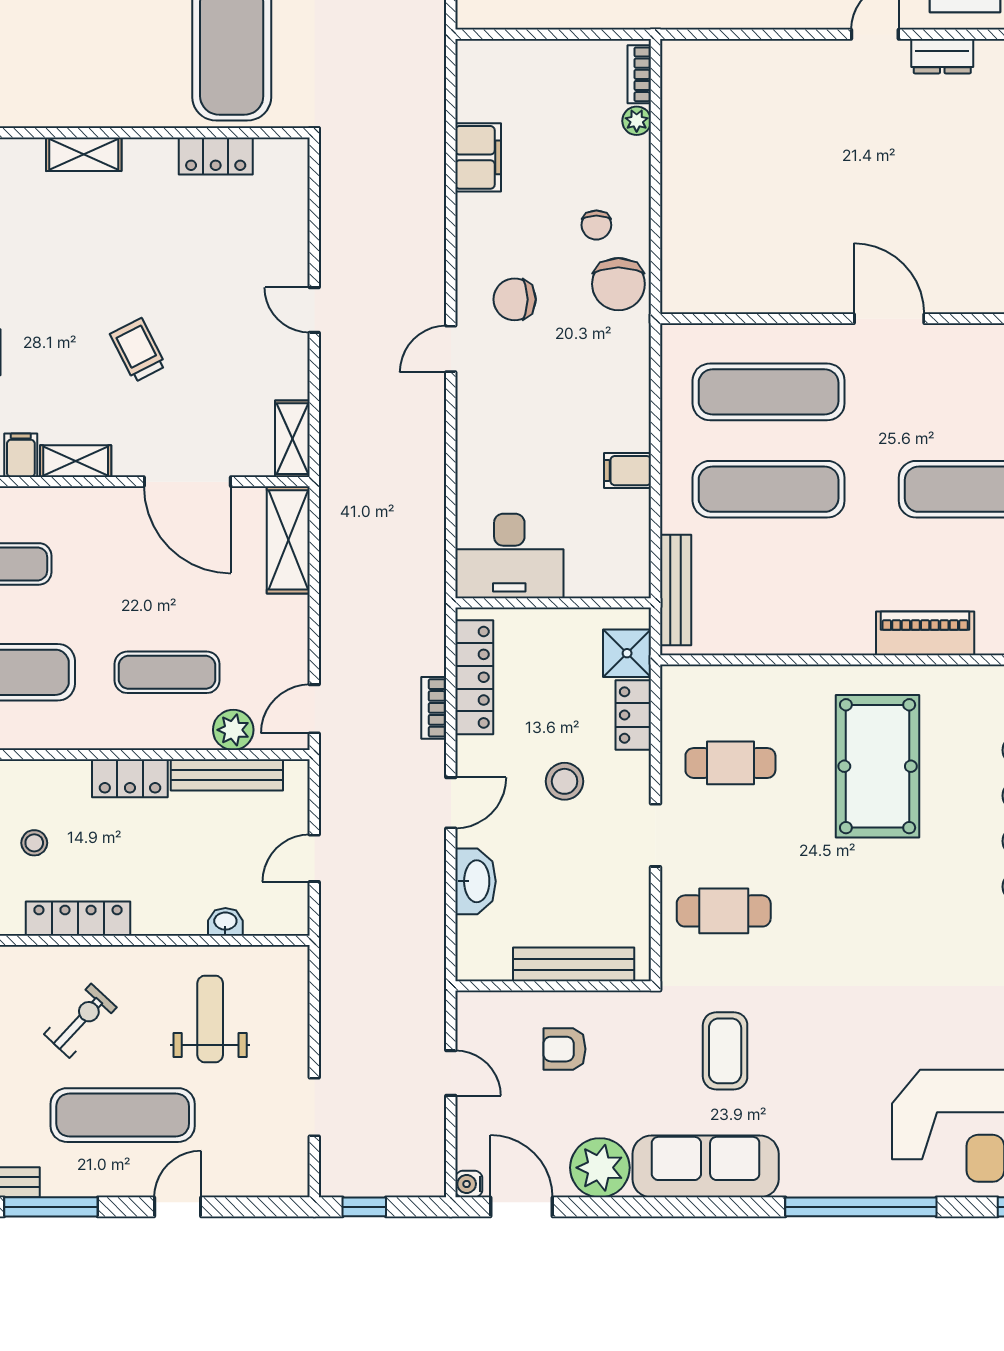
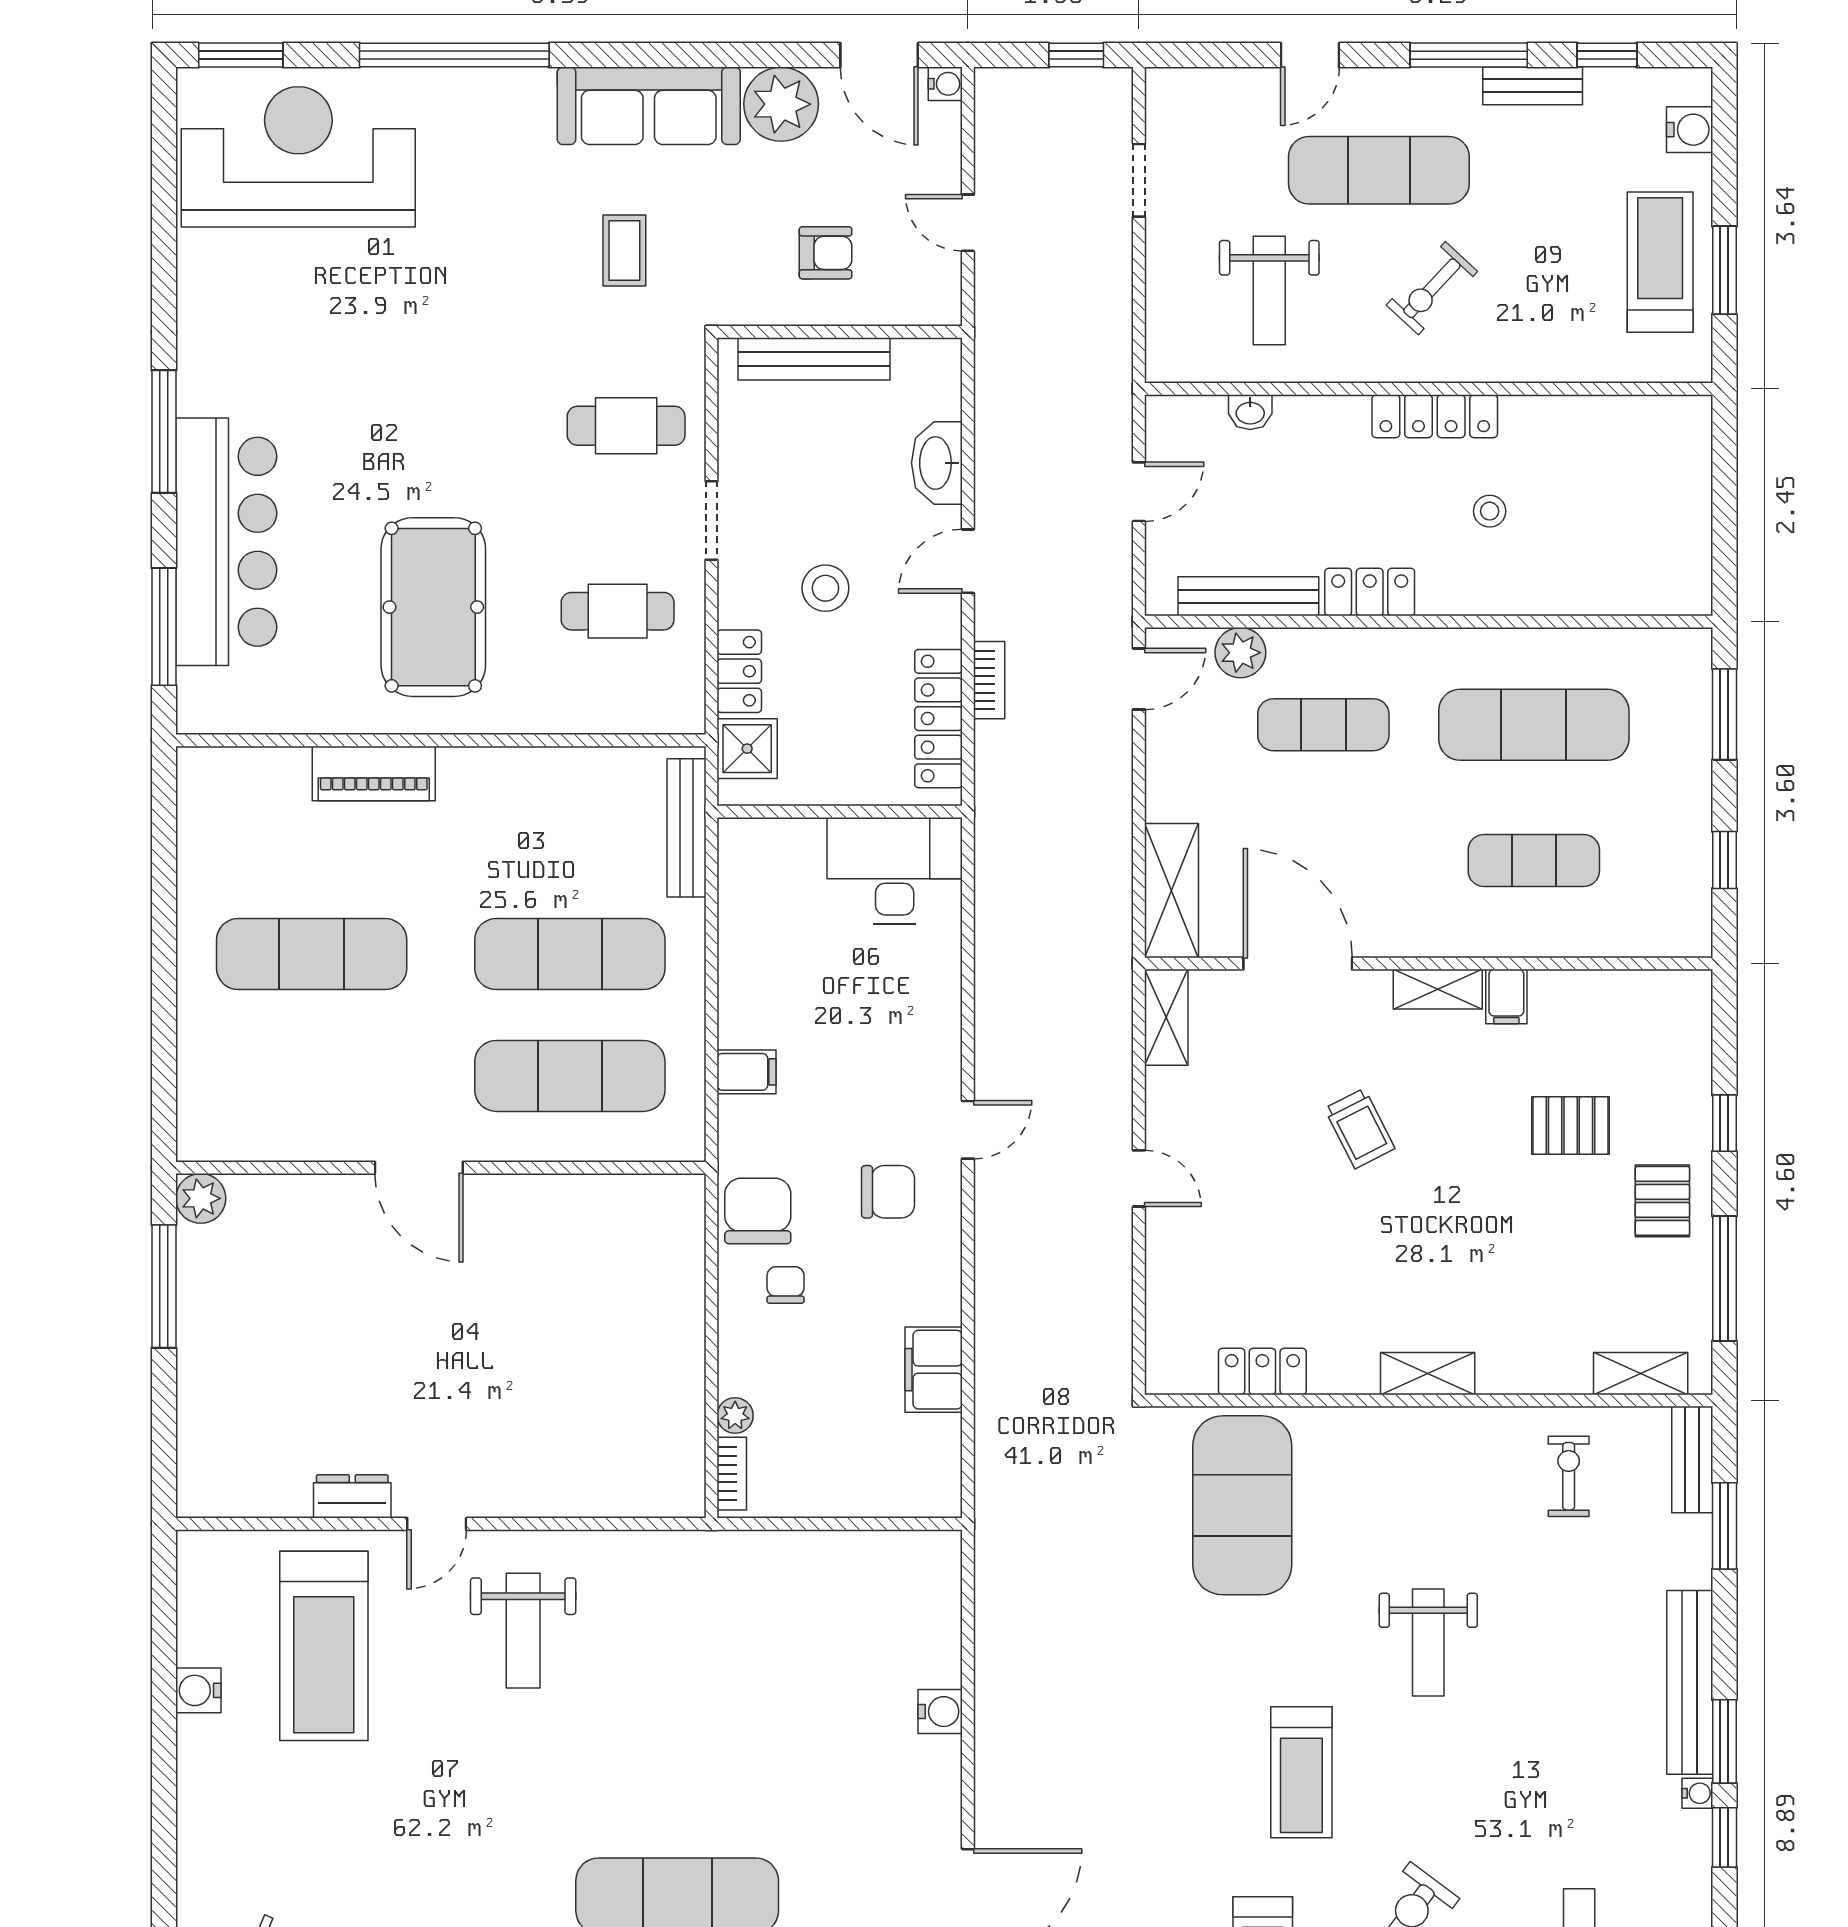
filing cabinet: (628, 471) -> (747, 1072), moved
coffee table: (725, 1051) -> (624, 251), width x0.73, depth x0.77

